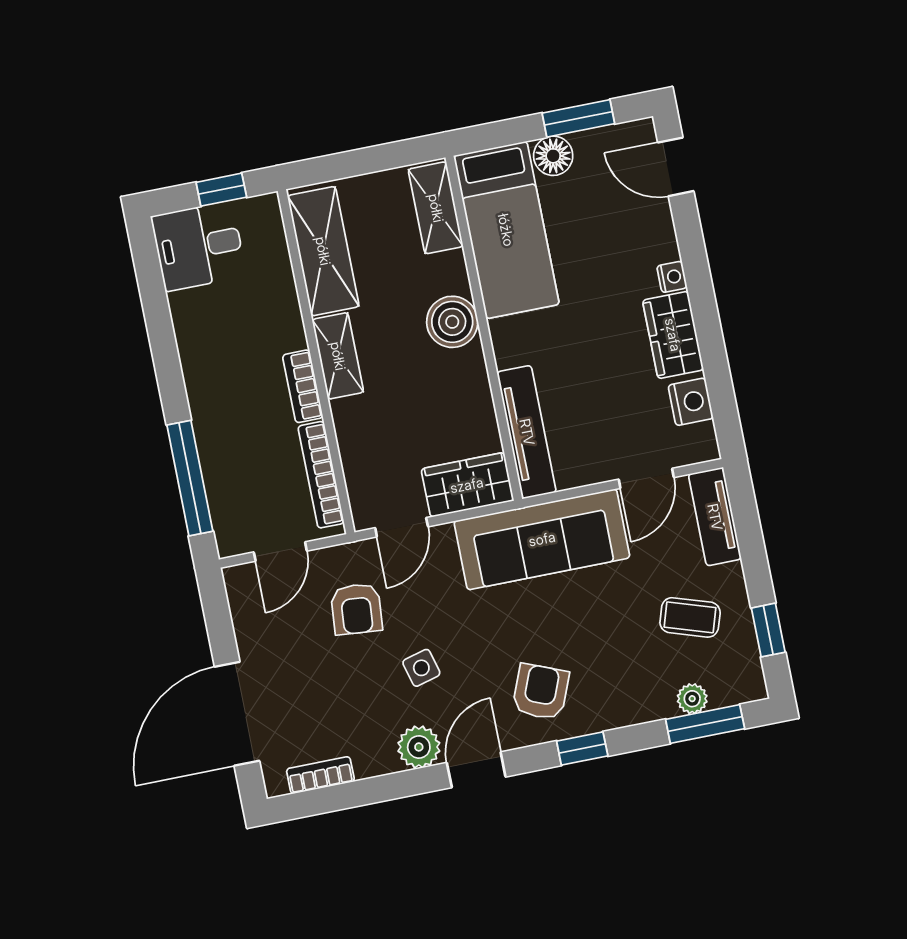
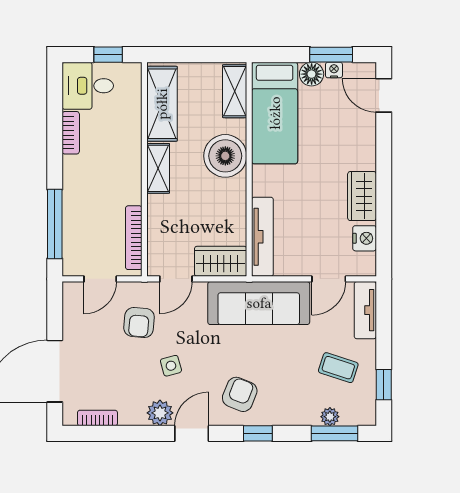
nightstand: (672, 277) -> (334, 70), moved, turned -90
boiler: (452, 322) -> (225, 156), width x1.37, depth x1.37
bookcase: (303, 386) -> (71, 133), moved, turned 180

